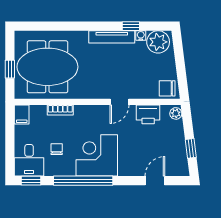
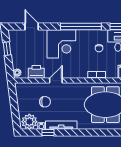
chair: (167, 88) -> (45, 102), moved
corner desk: (97, 155) -> (61, 44), moved
door: (155, 181) -> (32, 27), swing flipped

